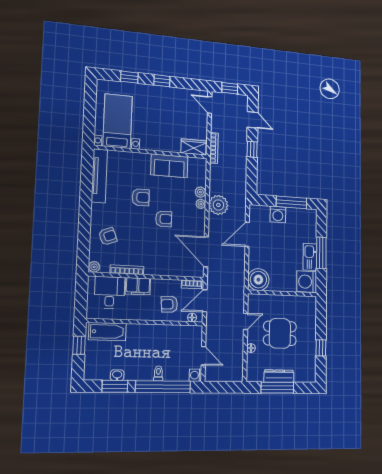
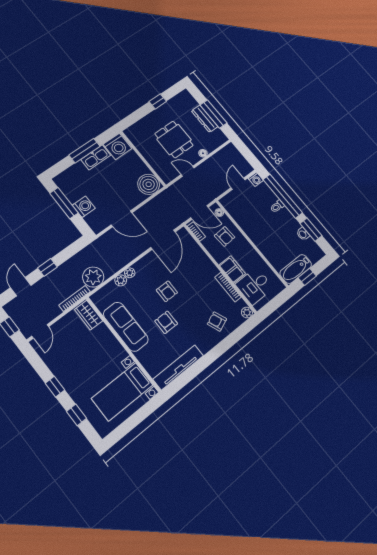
sofa: (169, 166) -> (126, 327), width x1.36
plant: (218, 205) -> (93, 277), moved
armchair: (164, 219) -> (167, 291), turned 180
bathtub: (107, 332) -> (296, 269), moved, turned -90

